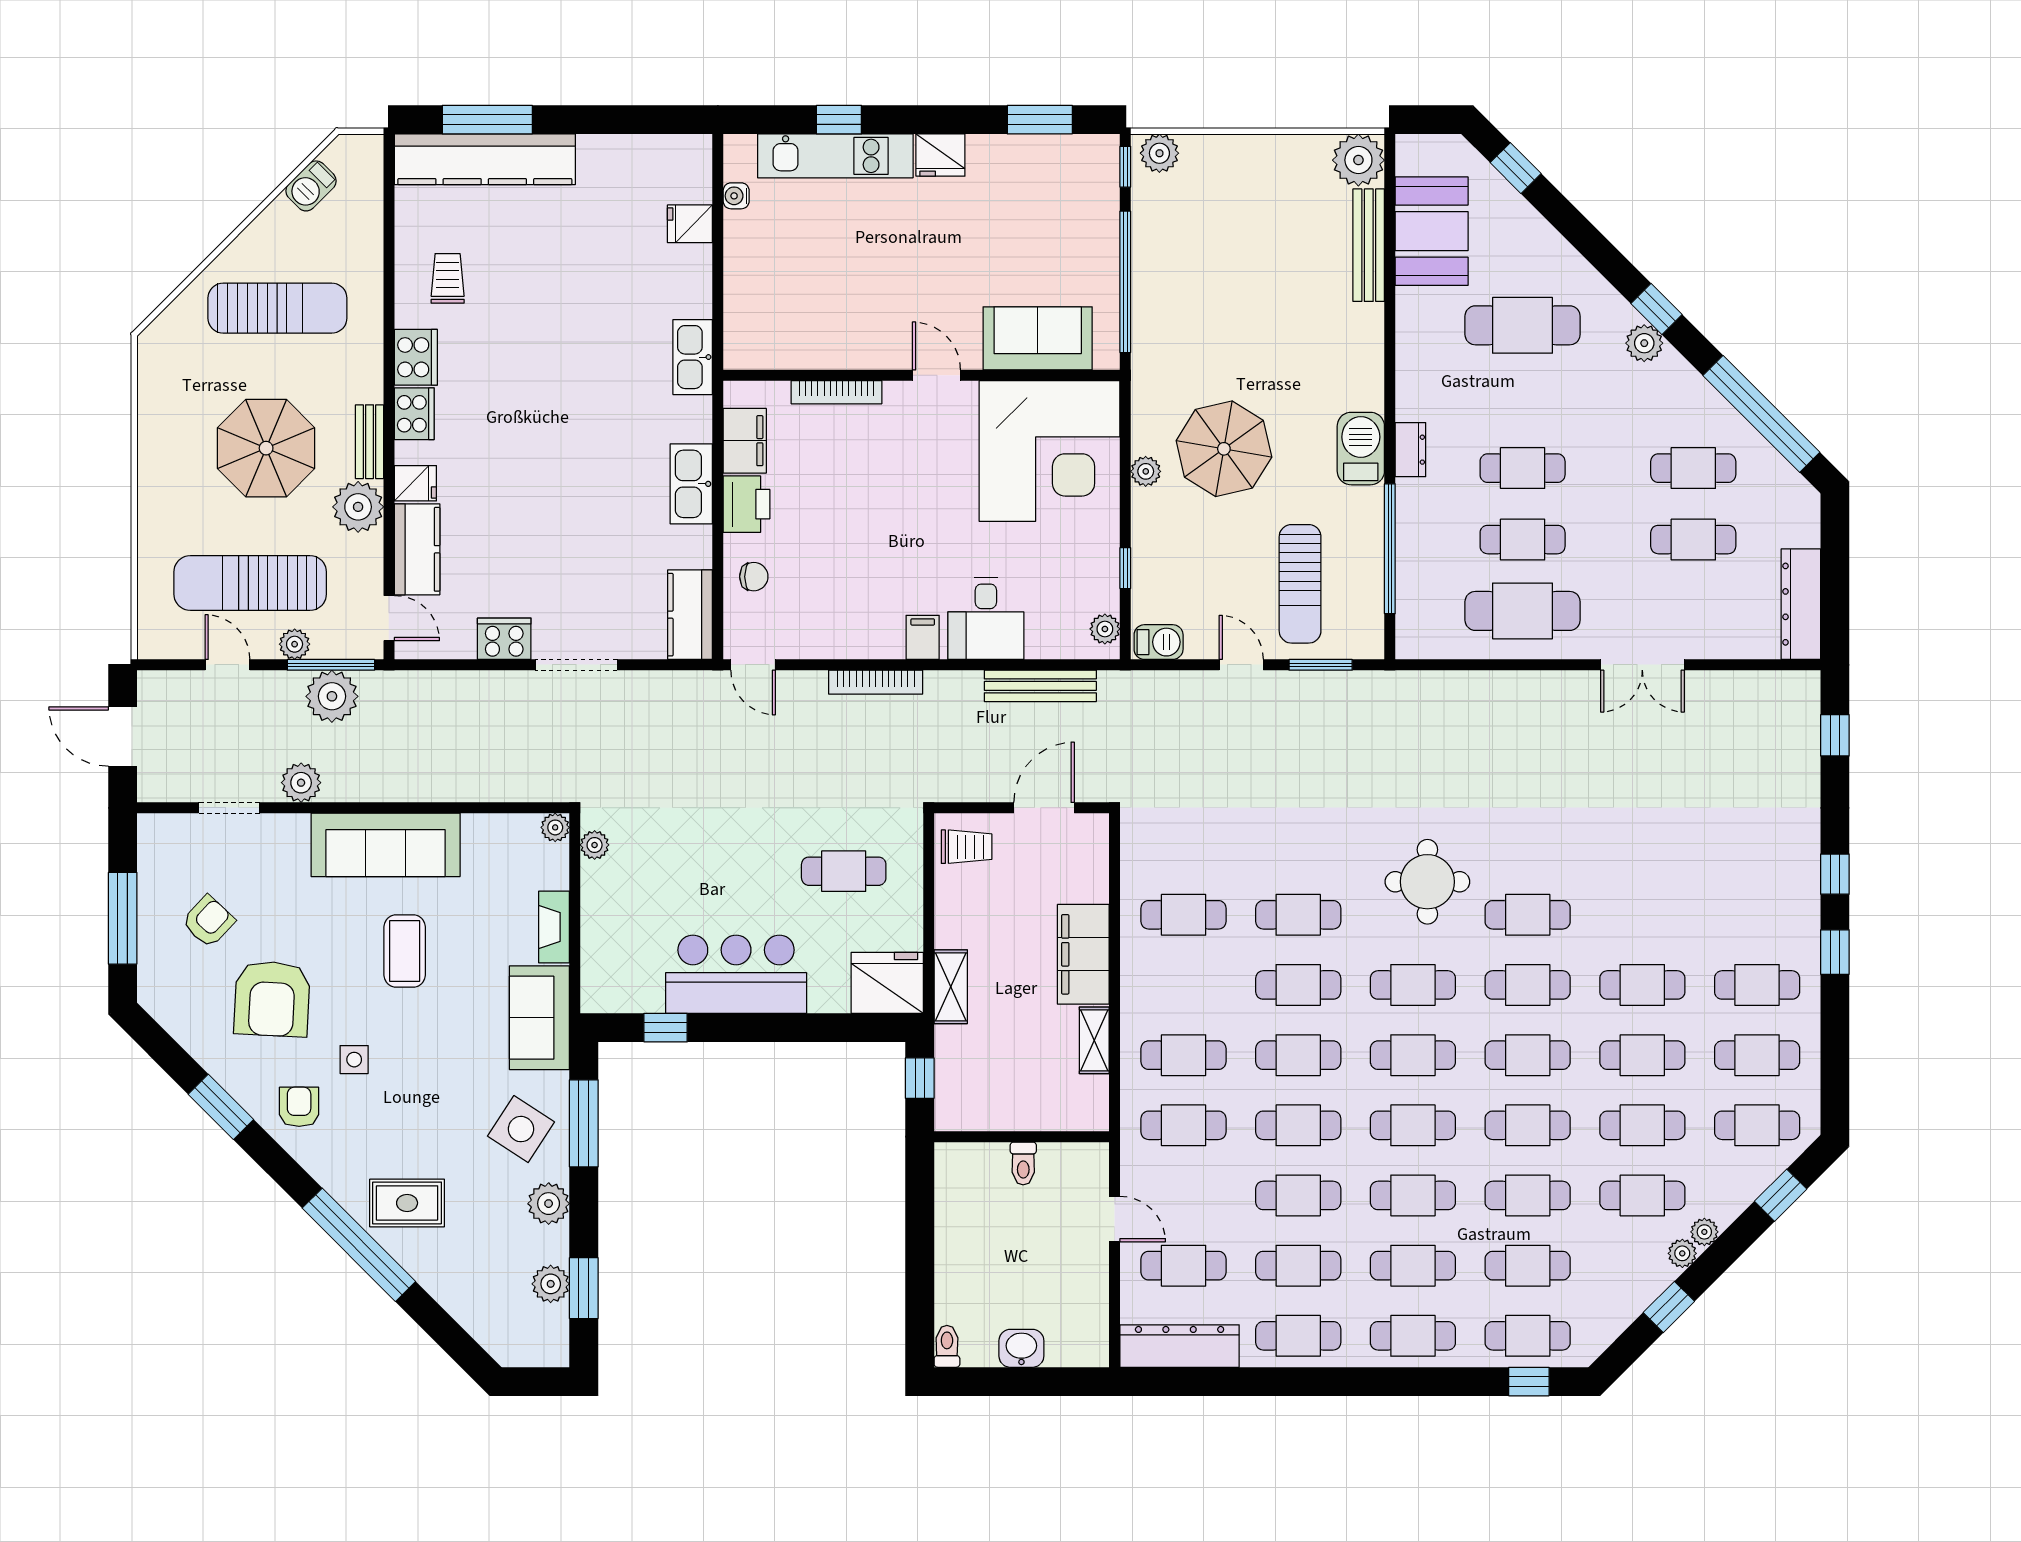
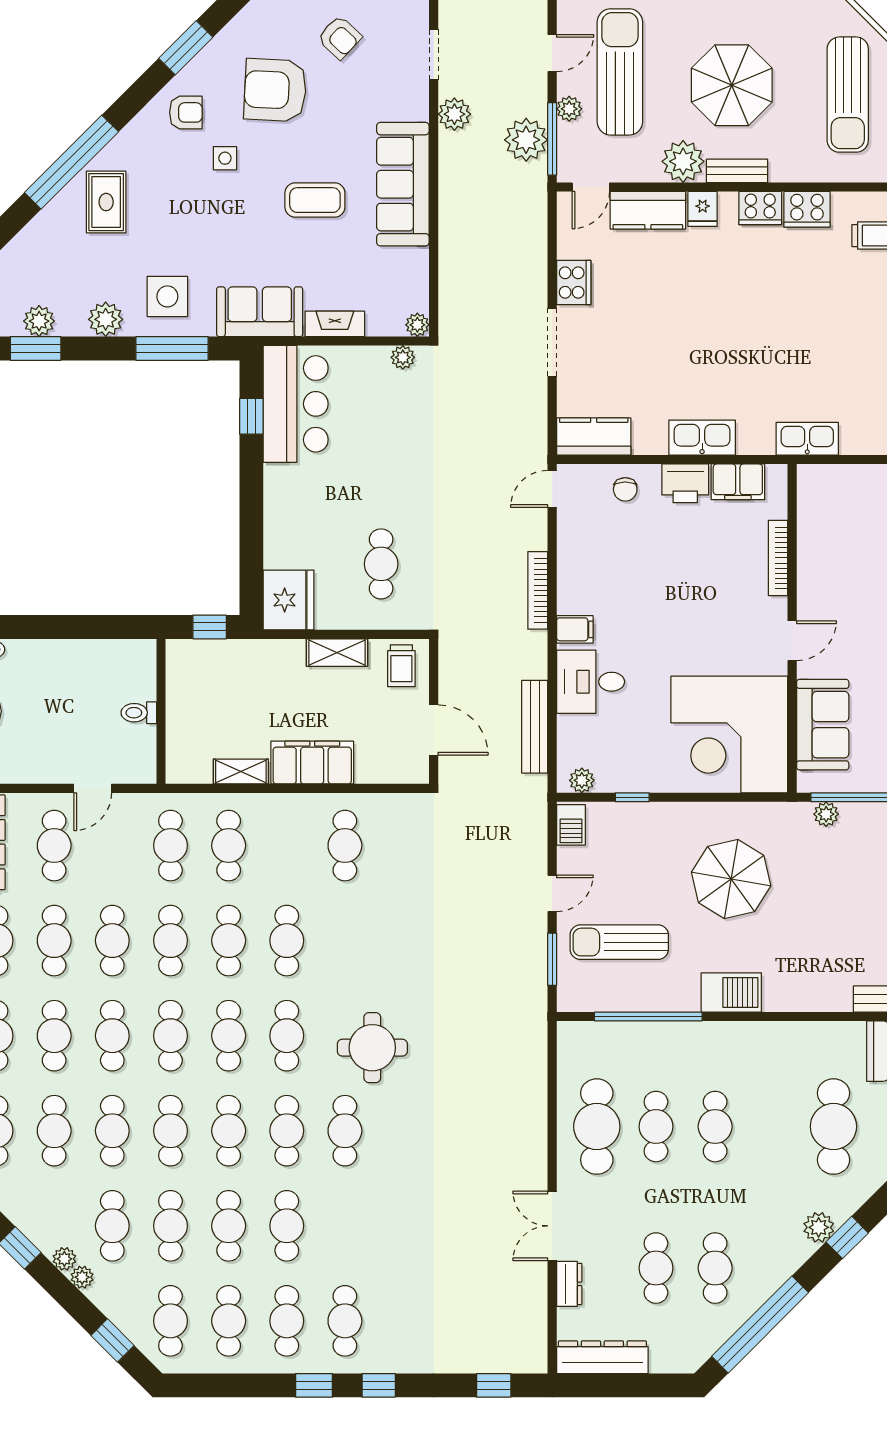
dresser: (1410, 450) -> (569, 1284), moved, turned -90
plant: (1146, 471) -> (826, 814), moved
cafe table: (1298, 915) -> (345, 1321), moved
bar counter: (736, 974) -> (296, 404), moved
shelving: (951, 987) -> (337, 653), moved
side table: (521, 1129) -> (167, 296), turned -33

